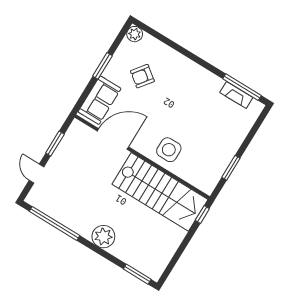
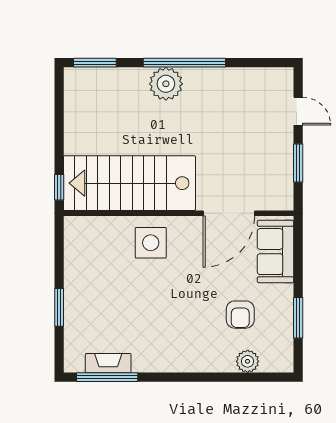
plant: (135, 34) -> (248, 361), moved
window: (103, 66) -> (298, 318), moved
armchair: (142, 76) -> (240, 315), turned 143
window: (231, 168) -> (59, 307), moved
window: (54, 223) -> (184, 63), moved

